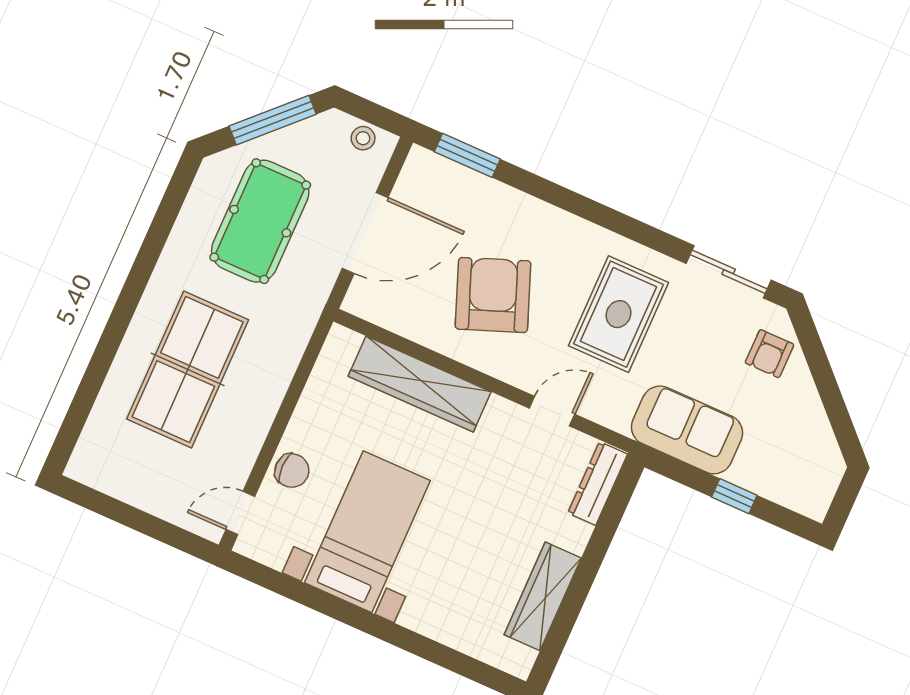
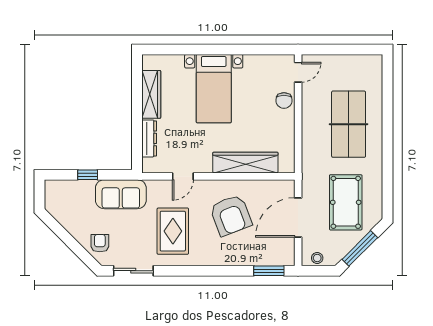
chair: (292, 471) -> (284, 101), turned -90
dresser: (598, 483) -> (149, 138), moved
bed with nightstands: (367, 532) -> (214, 89), moved

